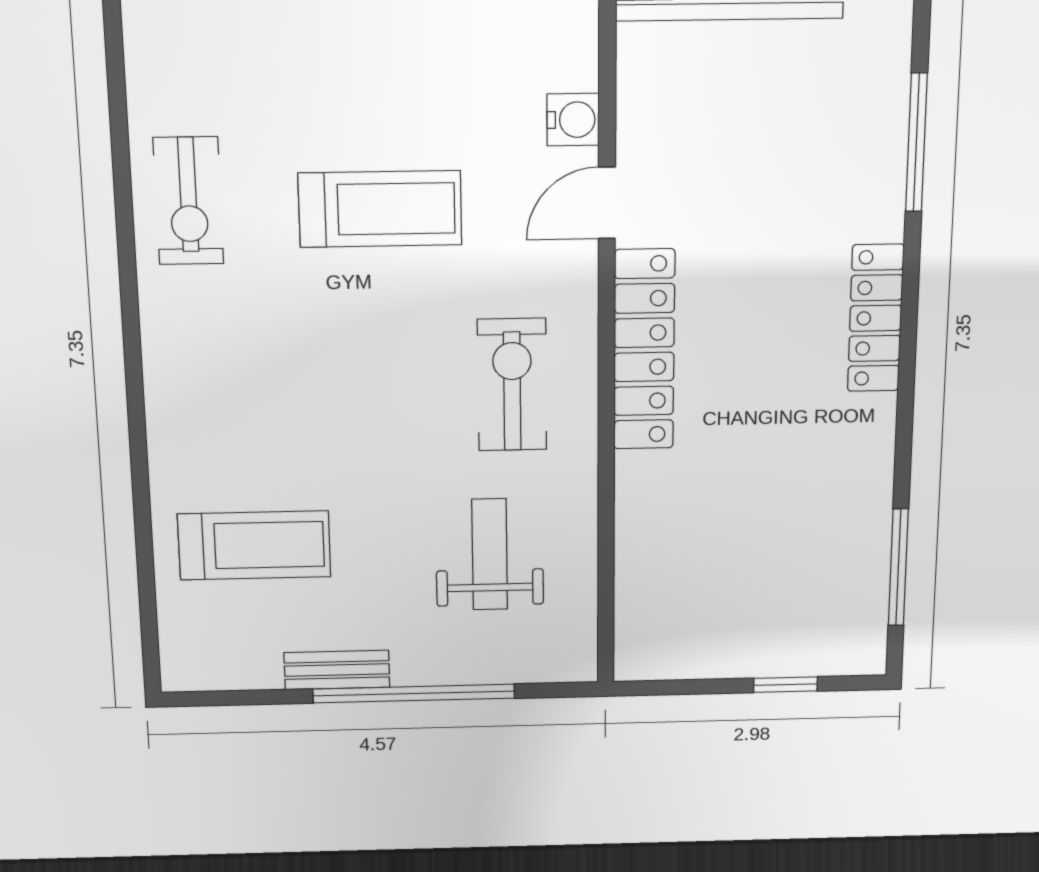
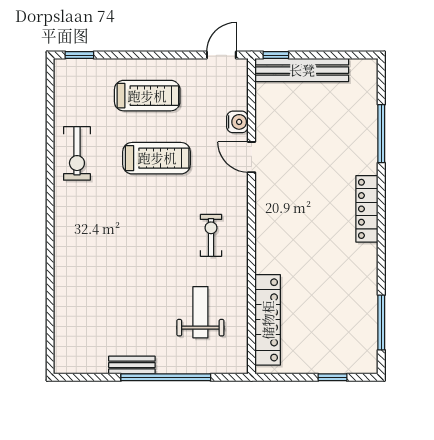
door: (607, 203) -> (252, 157), hinge flipped
locker: (644, 350) -> (268, 320), moved
exercise bike: (512, 385) -> (211, 235), width x0.73, depth x0.72
treadmill: (254, 545) -> (147, 96), moved

